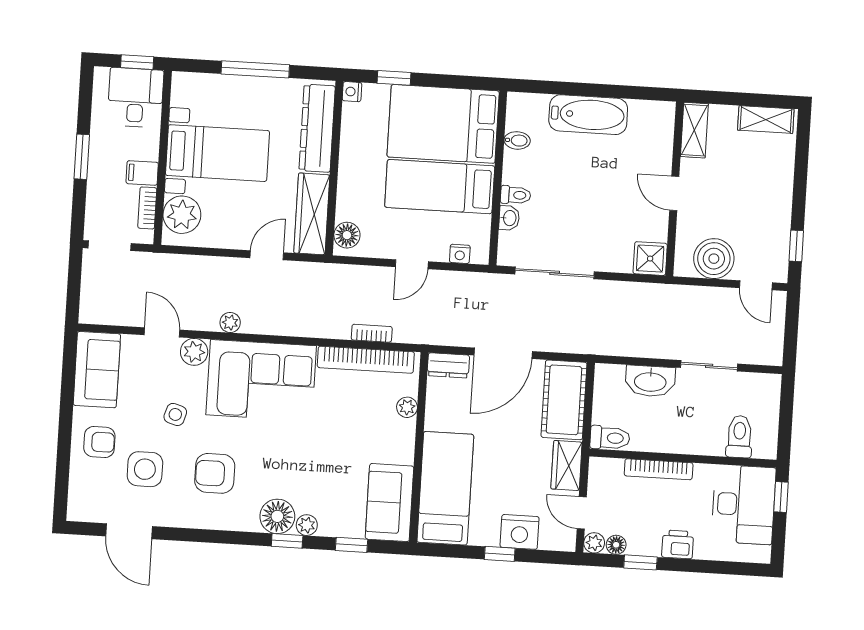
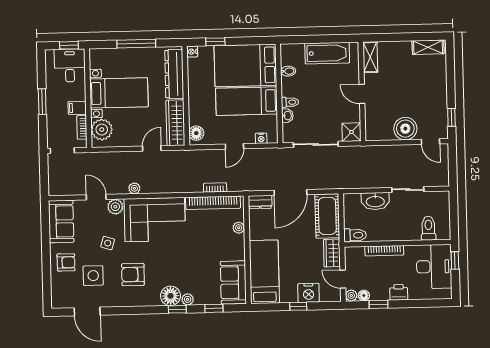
shelving: (694, 130) -> (370, 57), moved
wall: (675, 189) -> (362, 91), moved
door: (674, 193) -> (362, 94), moved
shower: (650, 259) -> (351, 132), moved

